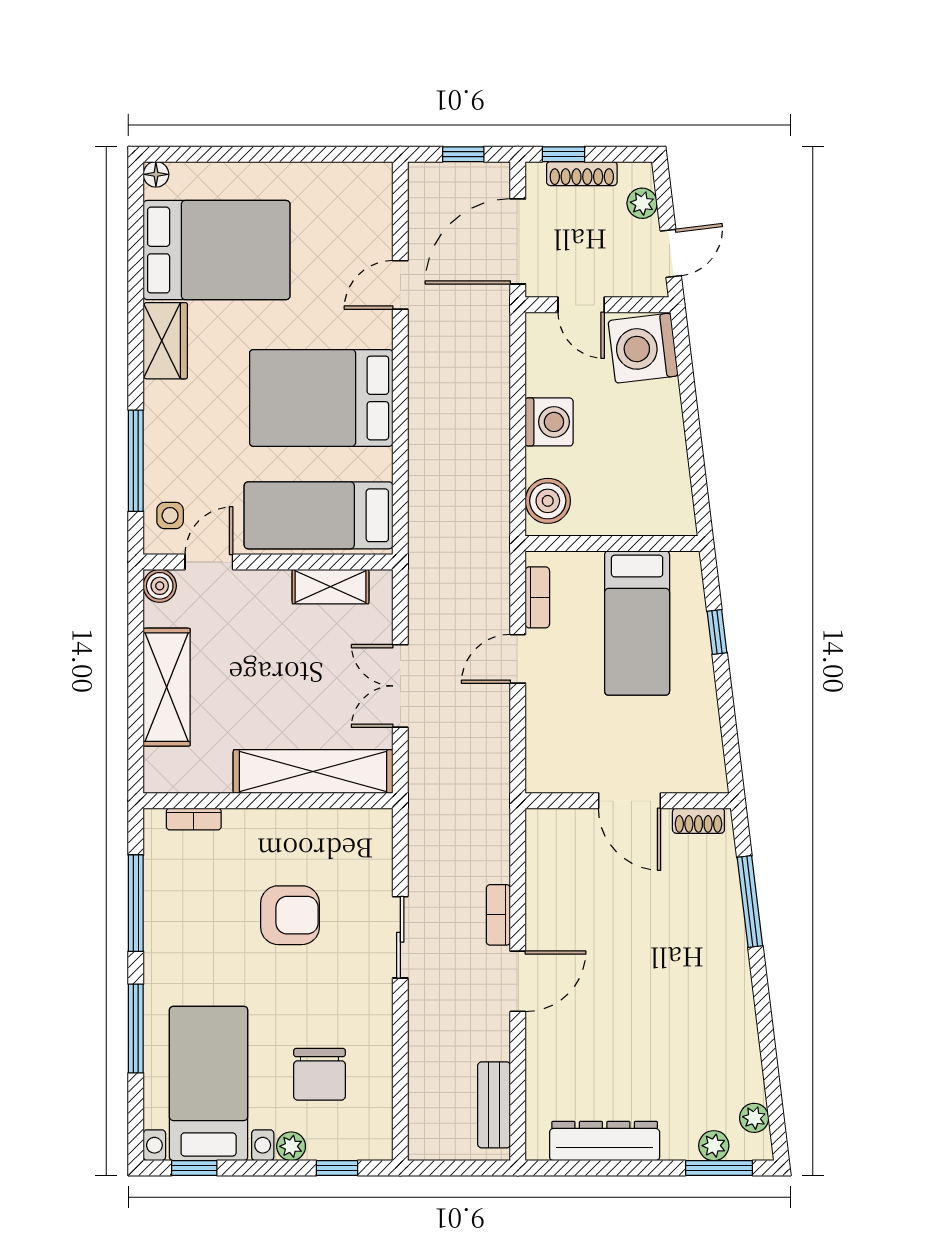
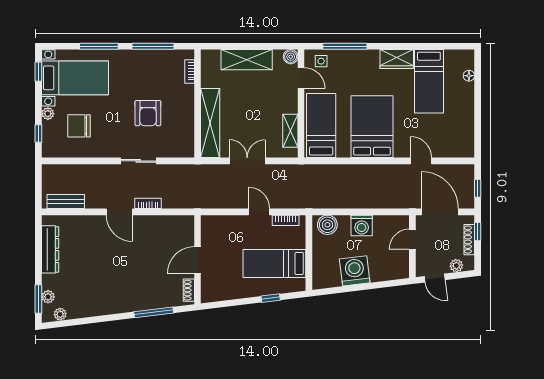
floor lamp: (156, 174) -> (469, 76), moved
bed: (217, 250) -> (429, 81), width x0.67
washing machine: (643, 348) -> (355, 271), moved

